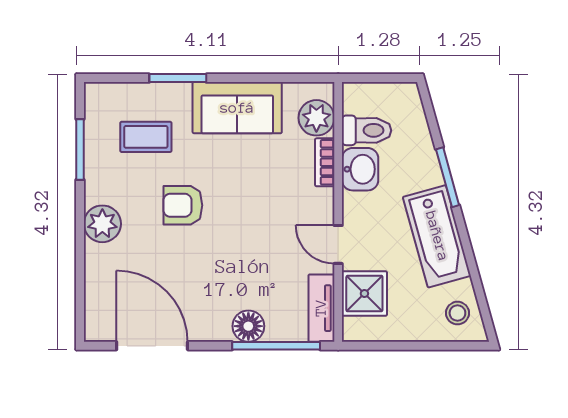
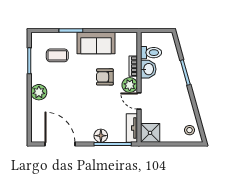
plant: (316, 118) -> (130, 85), moved
armchair: (183, 205) -> (105, 77), moved
bathtub: (437, 236) -> (181, 98), removed
shower: (364, 294) -> (150, 133), moved

